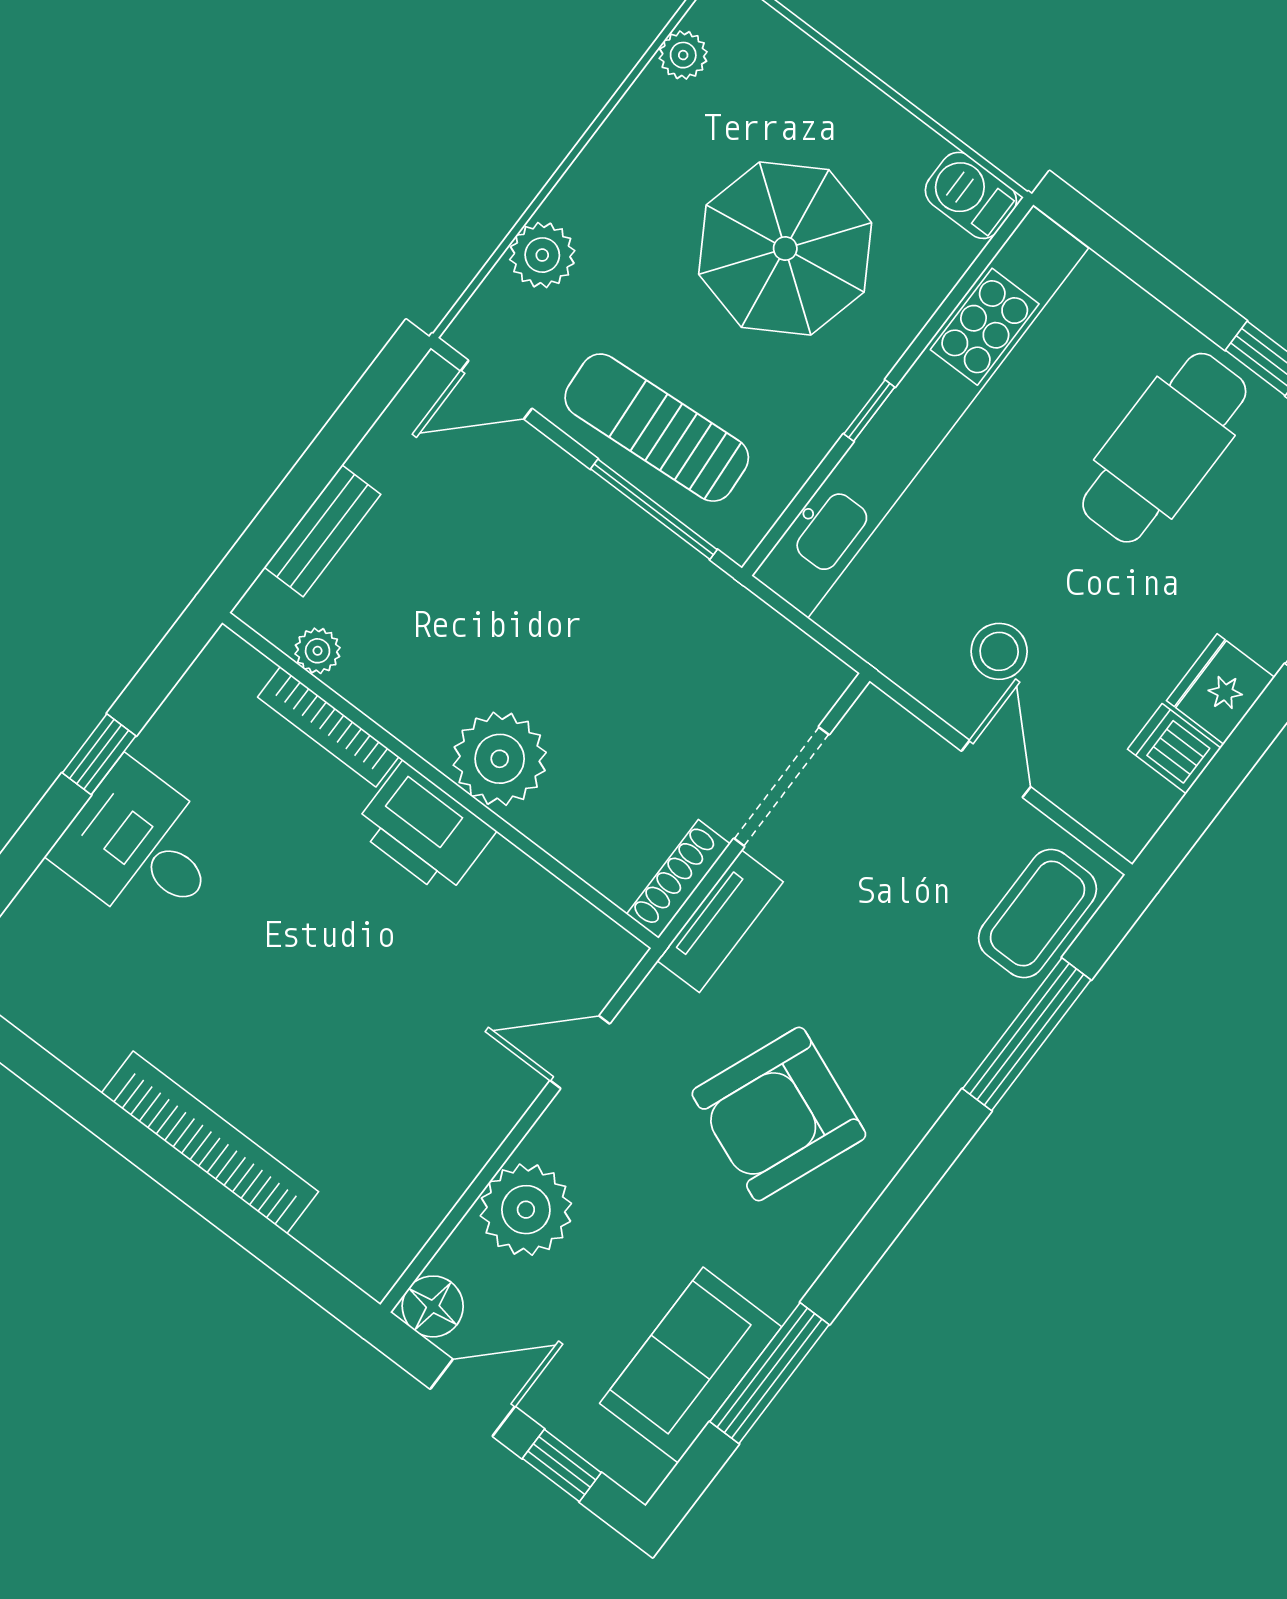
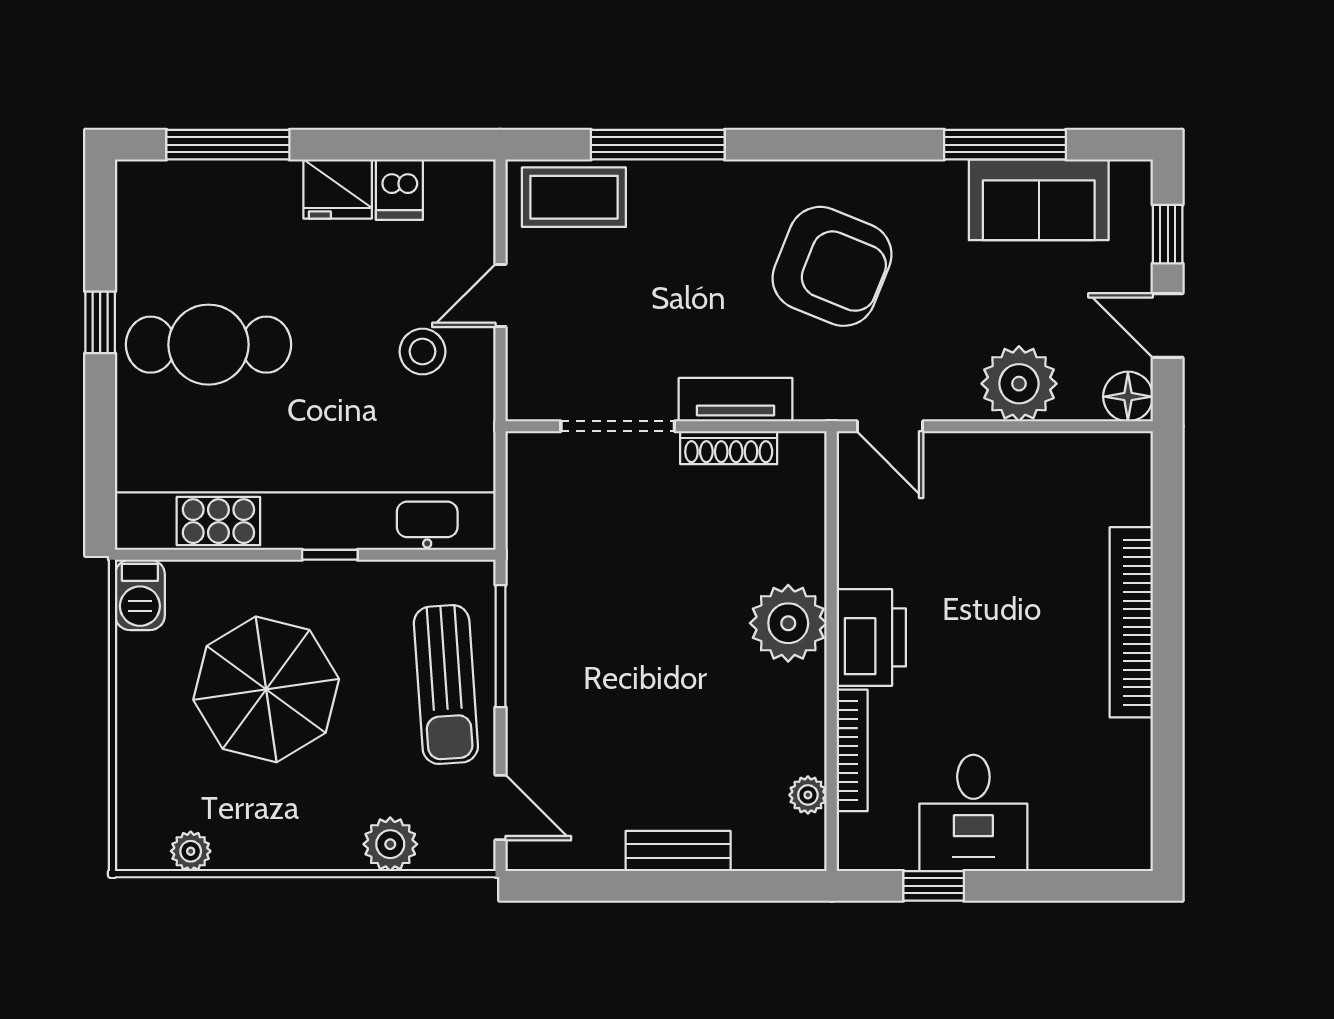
plant: (318, 651) -> (808, 795), moved
bookcase: (328, 727) -> (852, 750), moved
plant: (500, 759) -> (788, 623), moved
wall: (440, 780) -> (832, 651), moved
printer: (424, 829) -> (871, 637), moved

